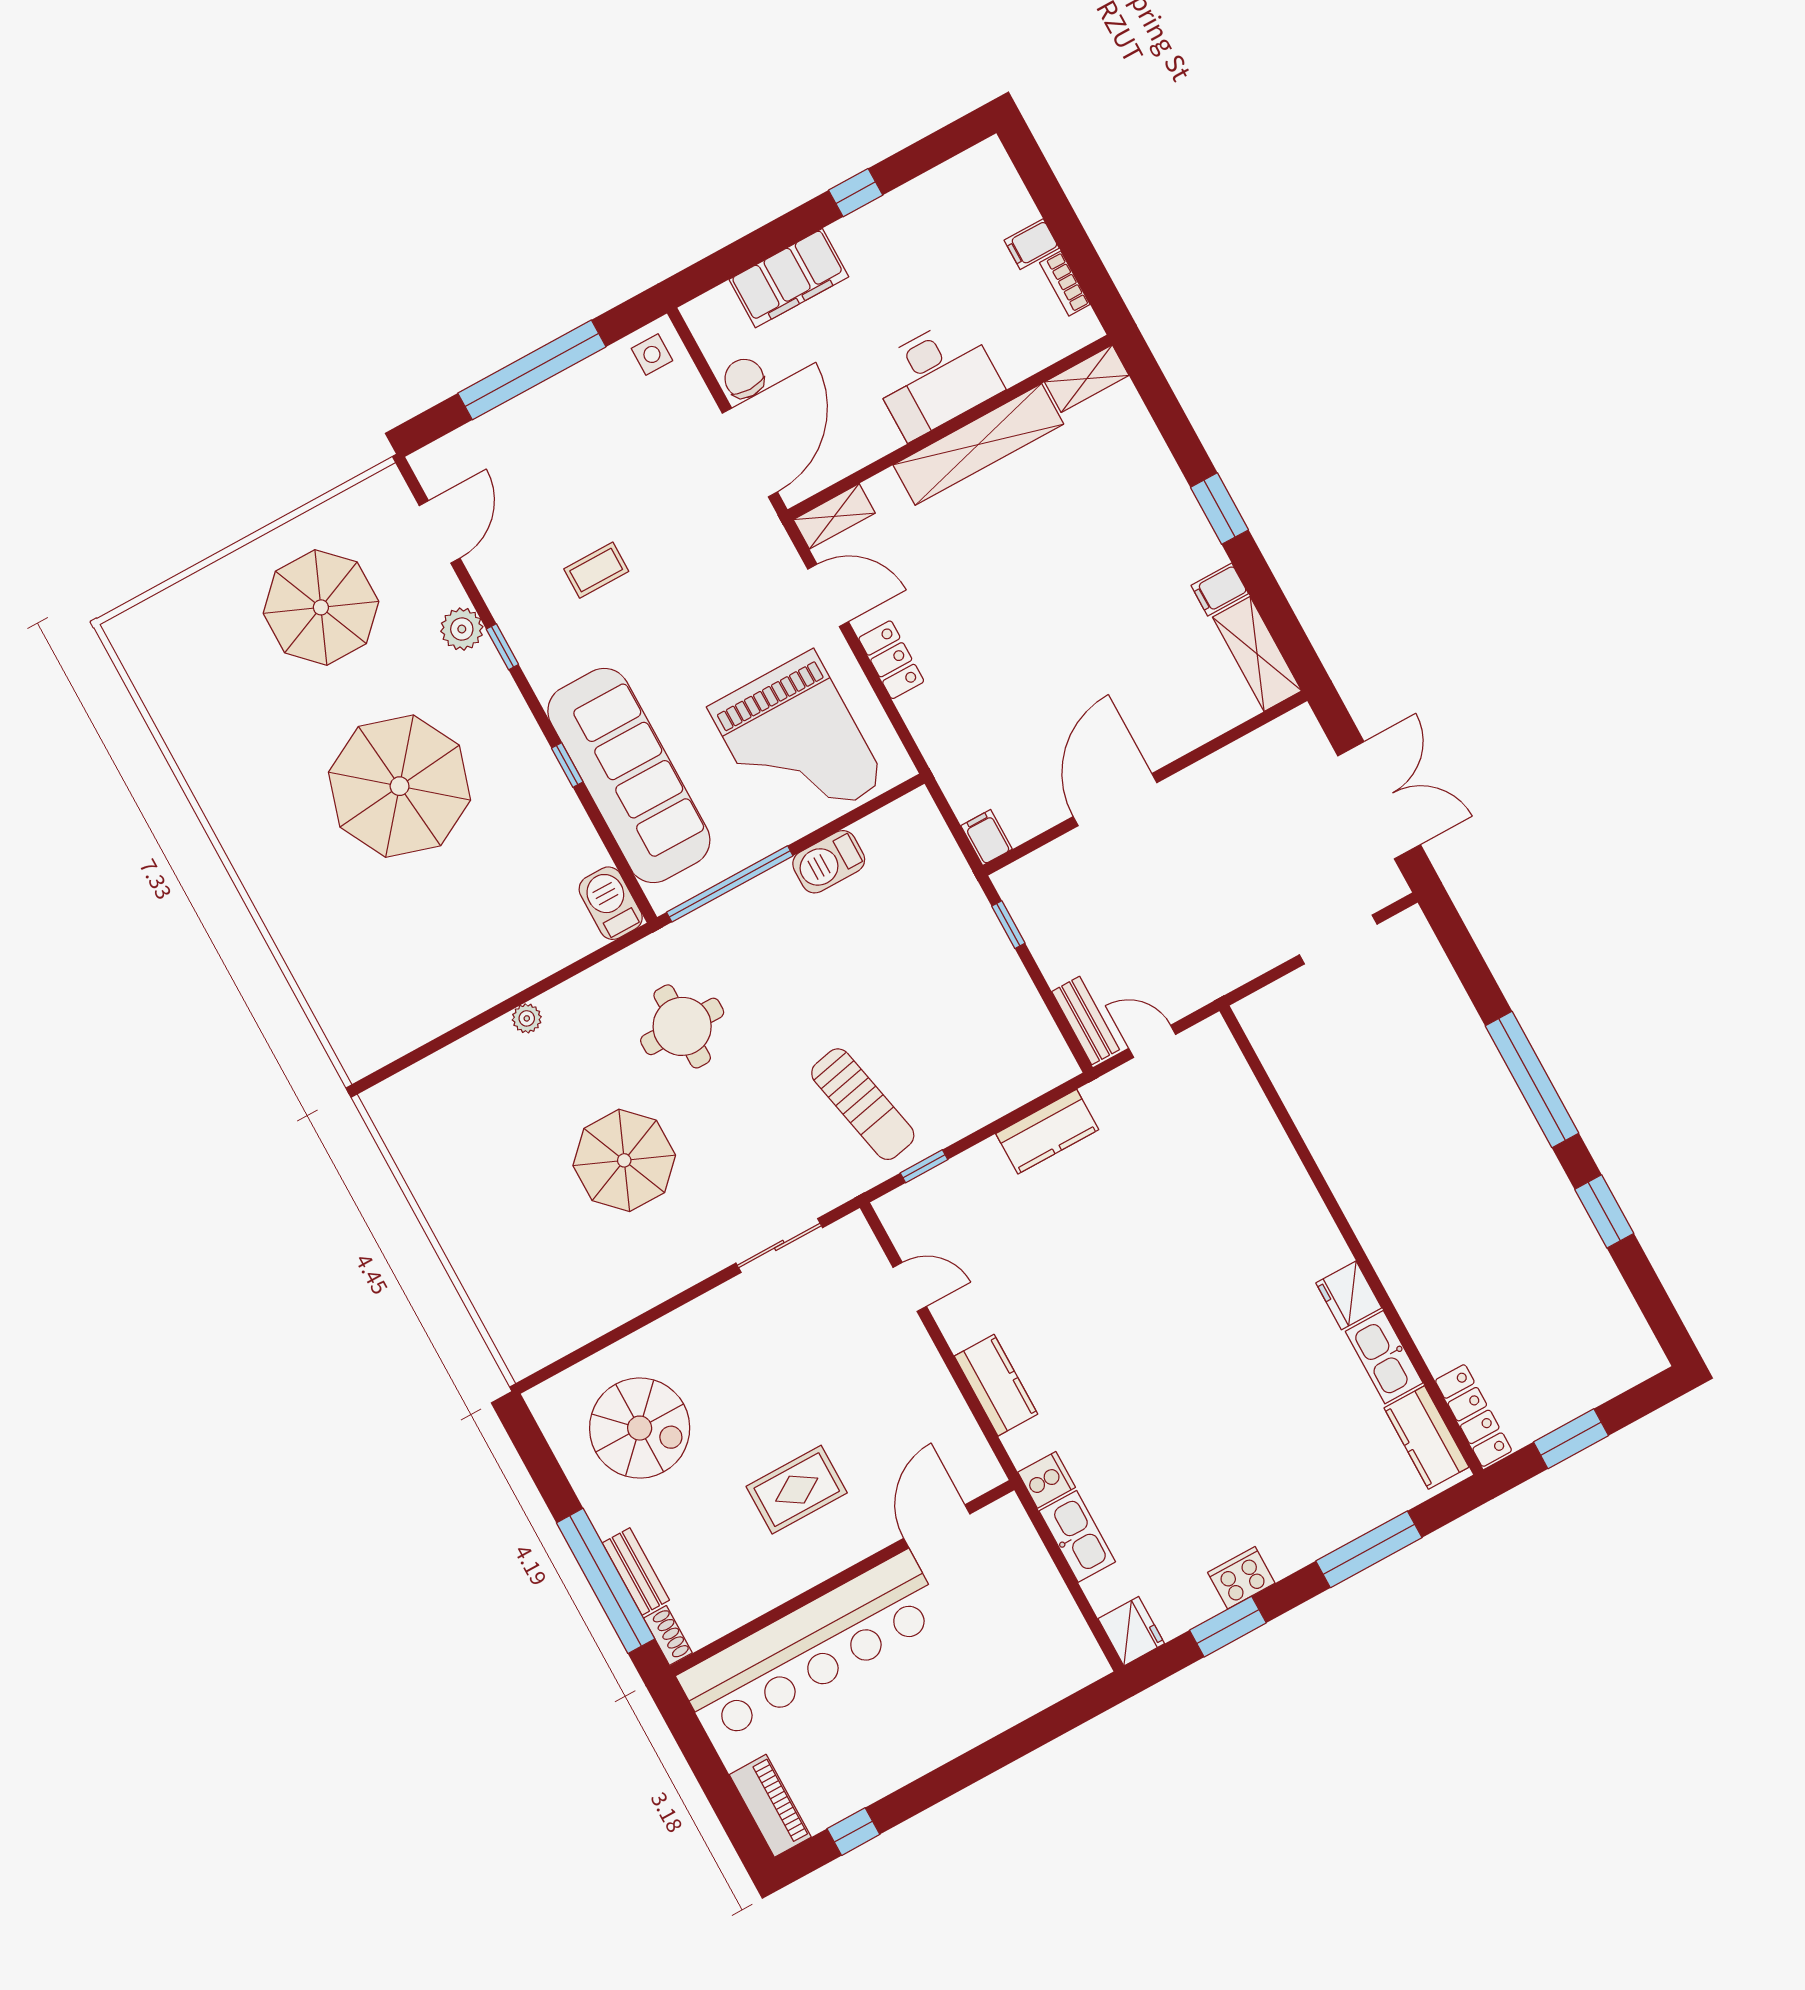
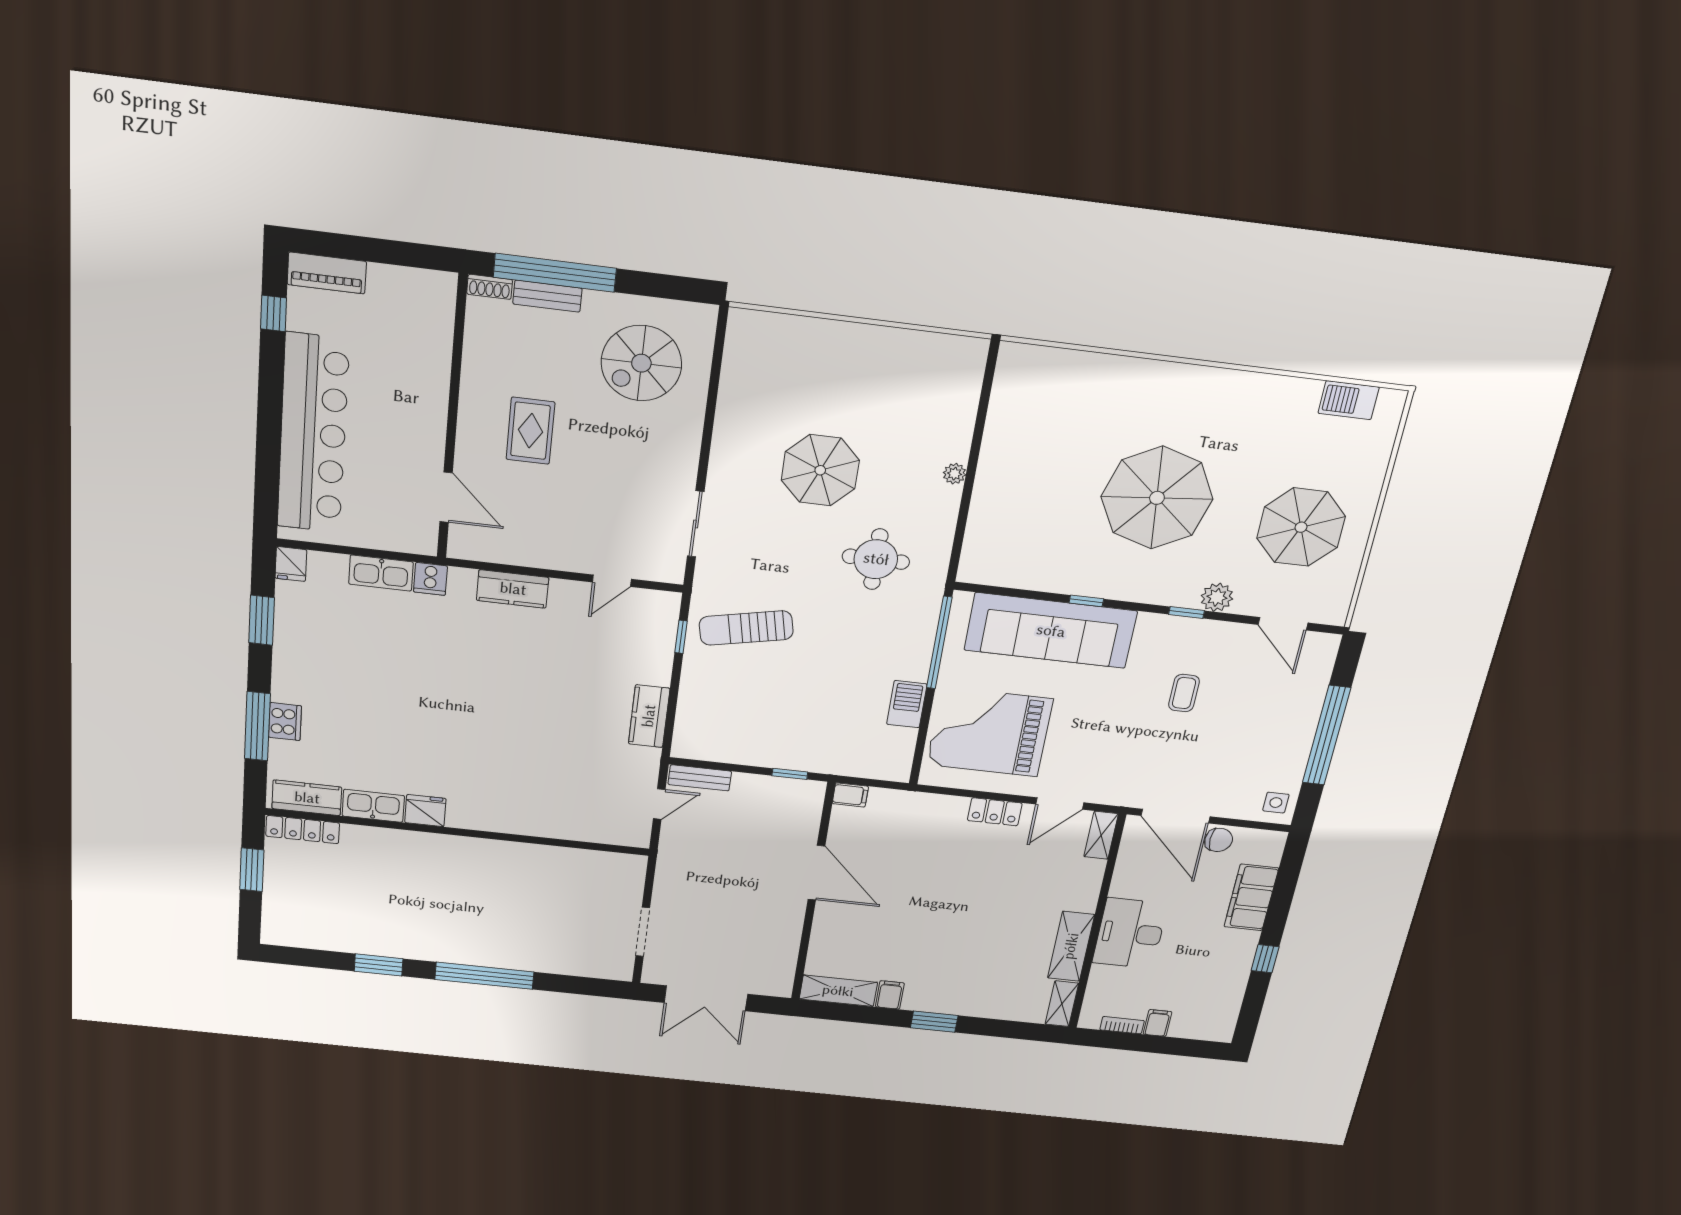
shelving: (978, 444) -> (1071, 946), width x0.68
barbecue: (611, 903) -> (1349, 400), moved, turned 180
cooker: (1241, 1578) -> (285, 722), moved
fridge: (1131, 1631) -> (291, 564), width x0.72
bar counter: (811, 1647) -> (313, 434), moved, turned 180

